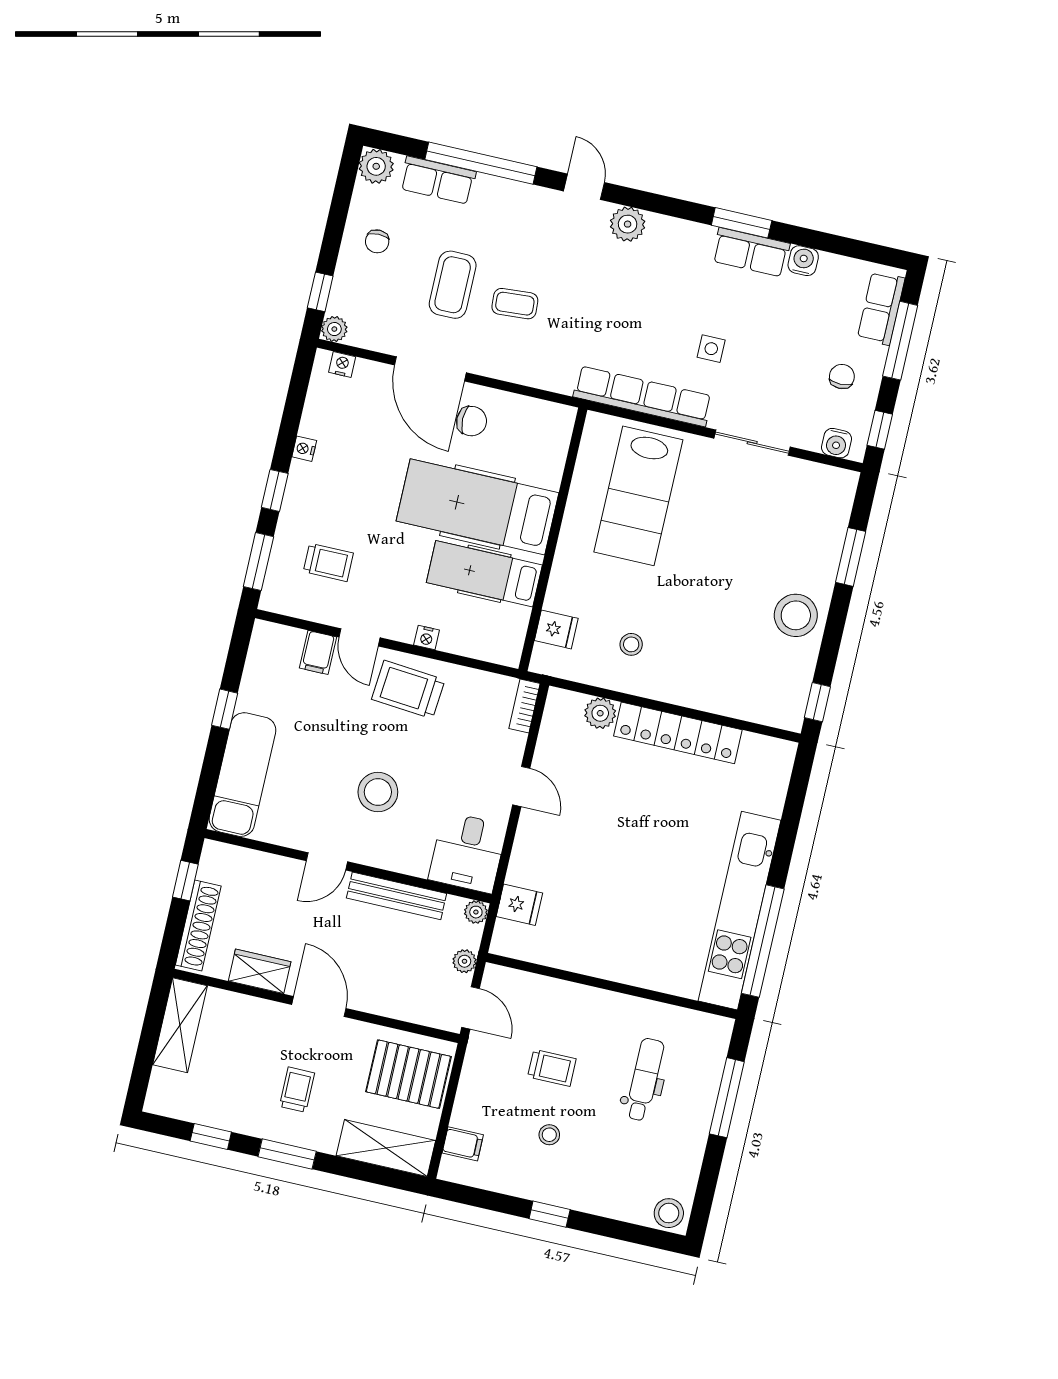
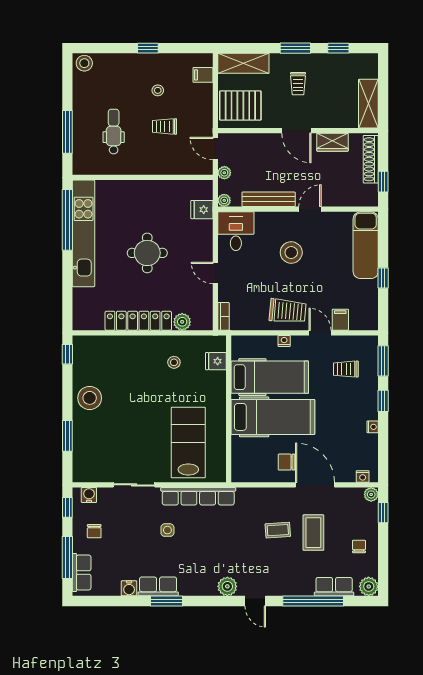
hospital bed: (484, 574) -> (270, 377), width x1.37, depth x1.29
round table: (634, 850) -> (147, 253), added
dental chair: (645, 1080) -> (114, 132), turned 180

